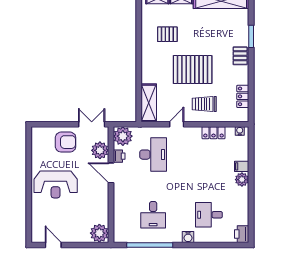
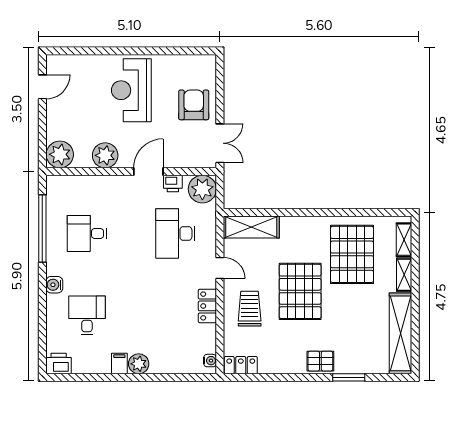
pallet: (167, 34) -> (352, 254), width x2.05, depth x2.00
locker: (243, 96) -> (241, 365), moved
locker: (214, 133) -> (207, 306), moved
armchair: (66, 142) -> (194, 105), turned 180
plant: (100, 150) -> (105, 155), moved
desk: (153, 155) -> (175, 233), turned 90
filing cabinet: (242, 166) -> (119, 363), moved

